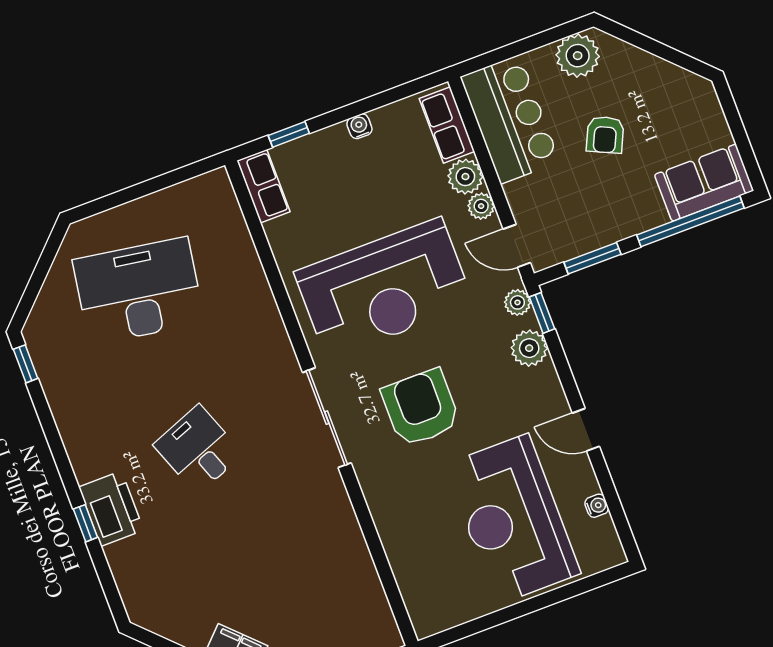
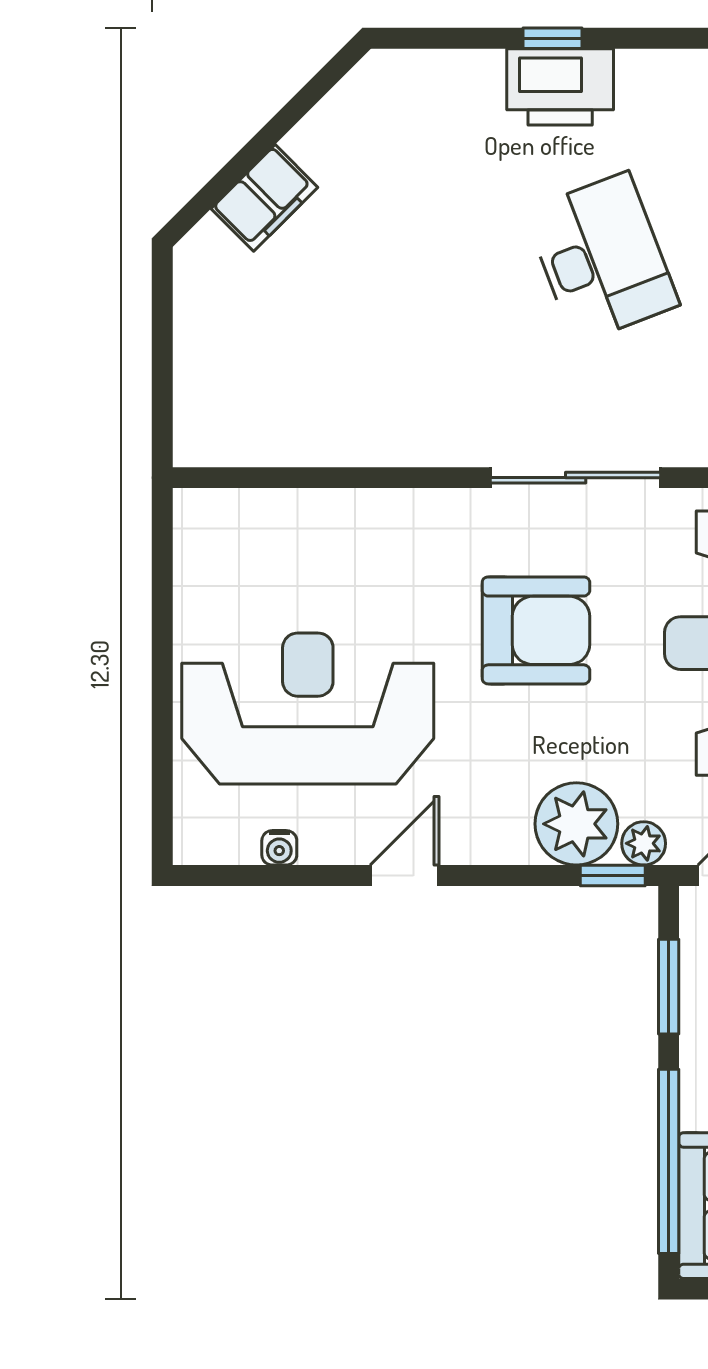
plant: (529, 348) -> (576, 824), width x1.36, depth x1.36
desk: (198, 449) -> (601, 258), width x1.37

